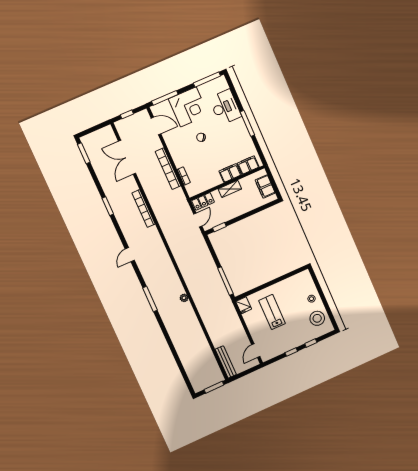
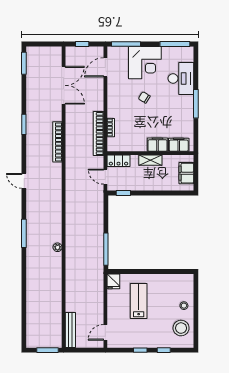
door: (156, 126) -> (105, 67), swing flipped
double door: (127, 157) -> (64, 85), swing flipped
bookcase: (168, 169) -> (99, 134), moved
door: (198, 220) -> (105, 177), swing flipped
door: (130, 255) -> (24, 181), hinge flipped

